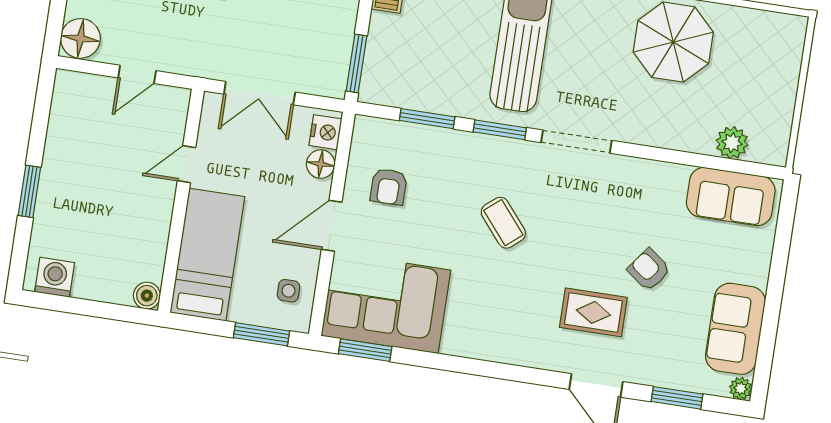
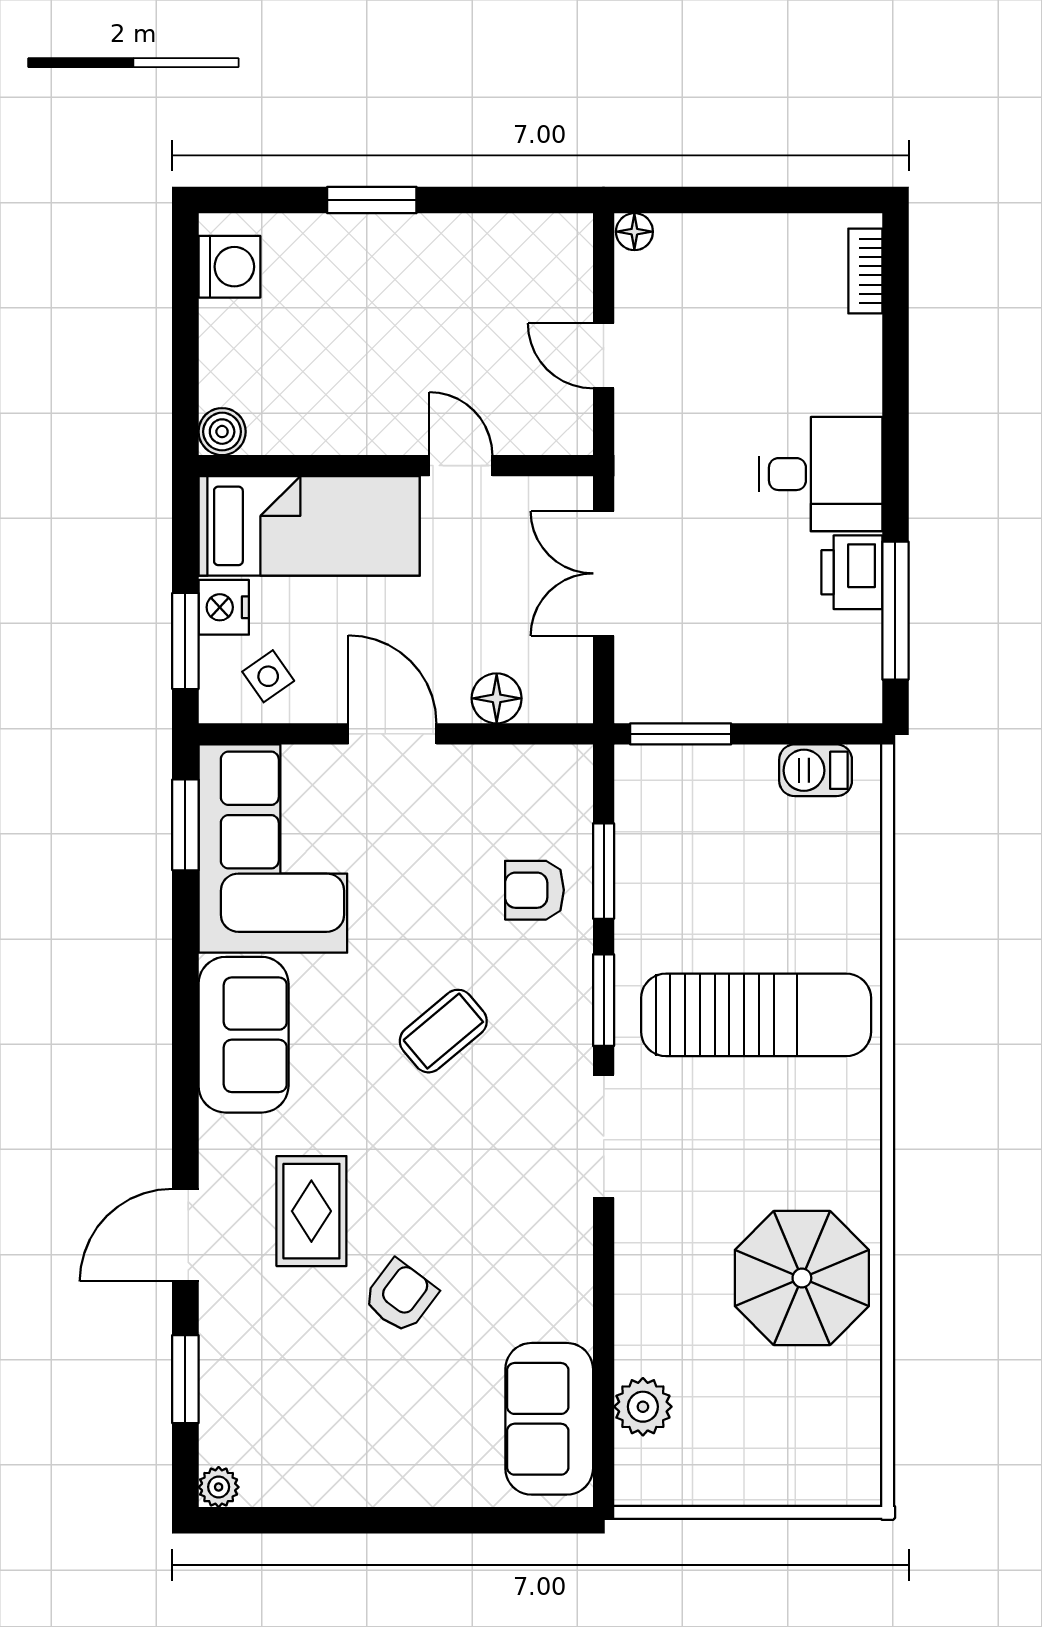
floor lamp: (80, 38) -> (634, 232), width x0.53, depth x0.53
nightstand: (325, 132) -> (224, 607), moved, turned 90
armchair: (389, 187) -> (534, 890), moved
side table: (289, 291) -> (268, 676), turned -35
sofa: (735, 329) -> (244, 1035), moved, turned 90

